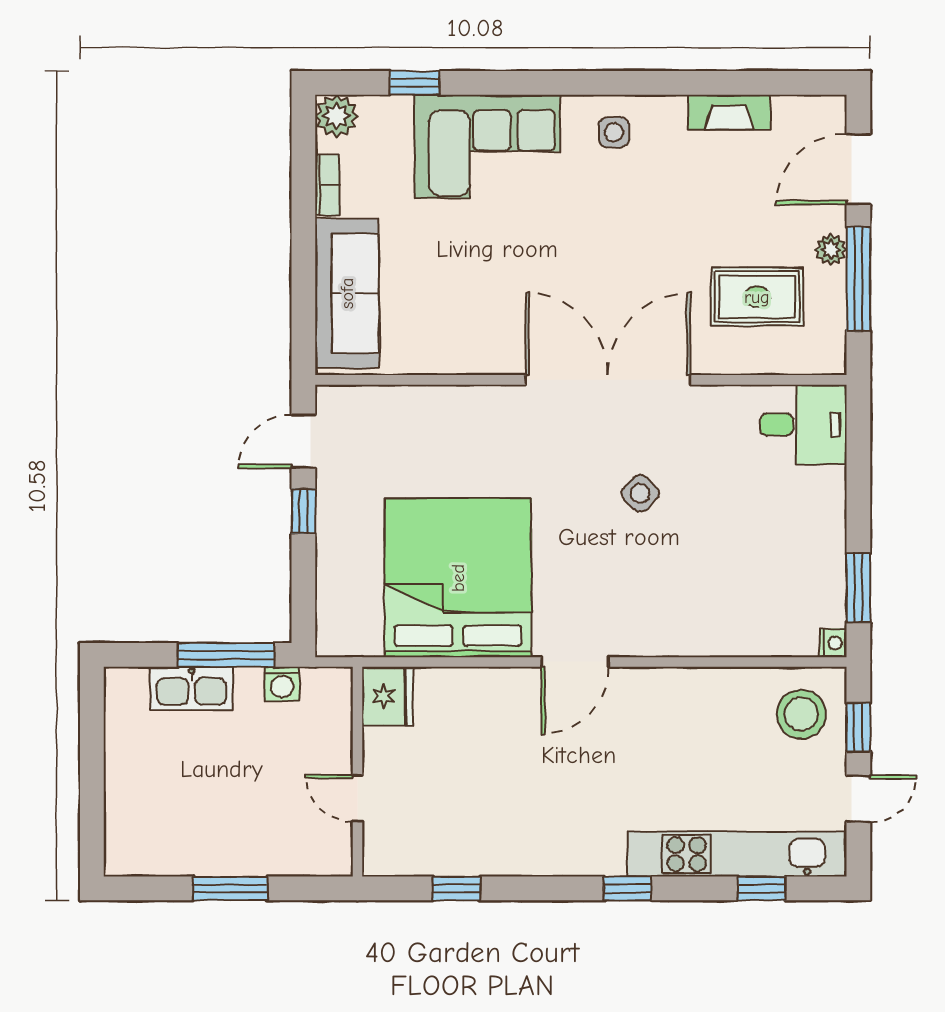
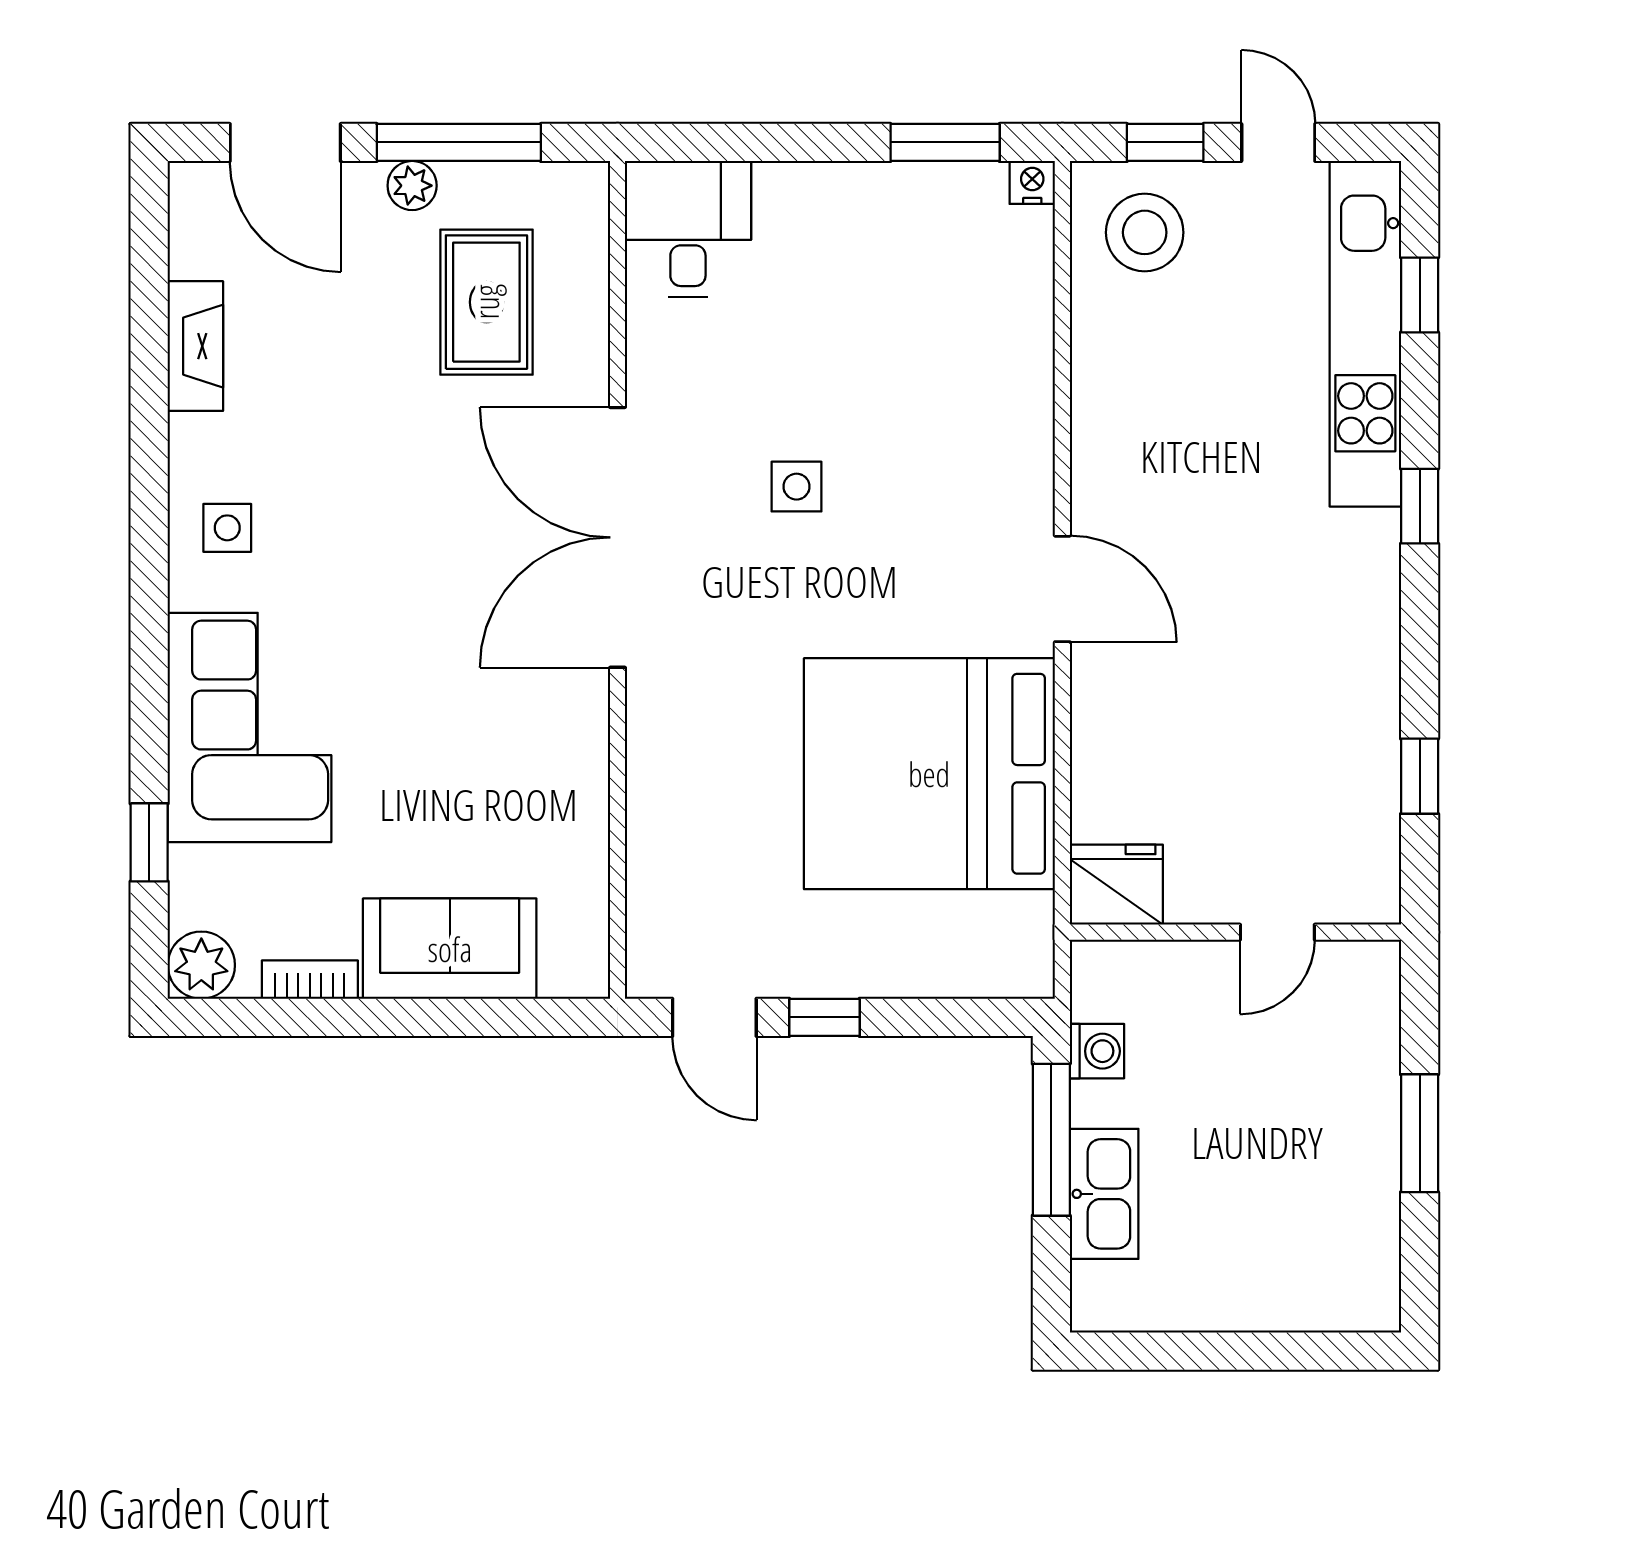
sofa: (347, 293) -> (450, 949), width x0.73
side table: (640, 493) -> (797, 487), turned 45

